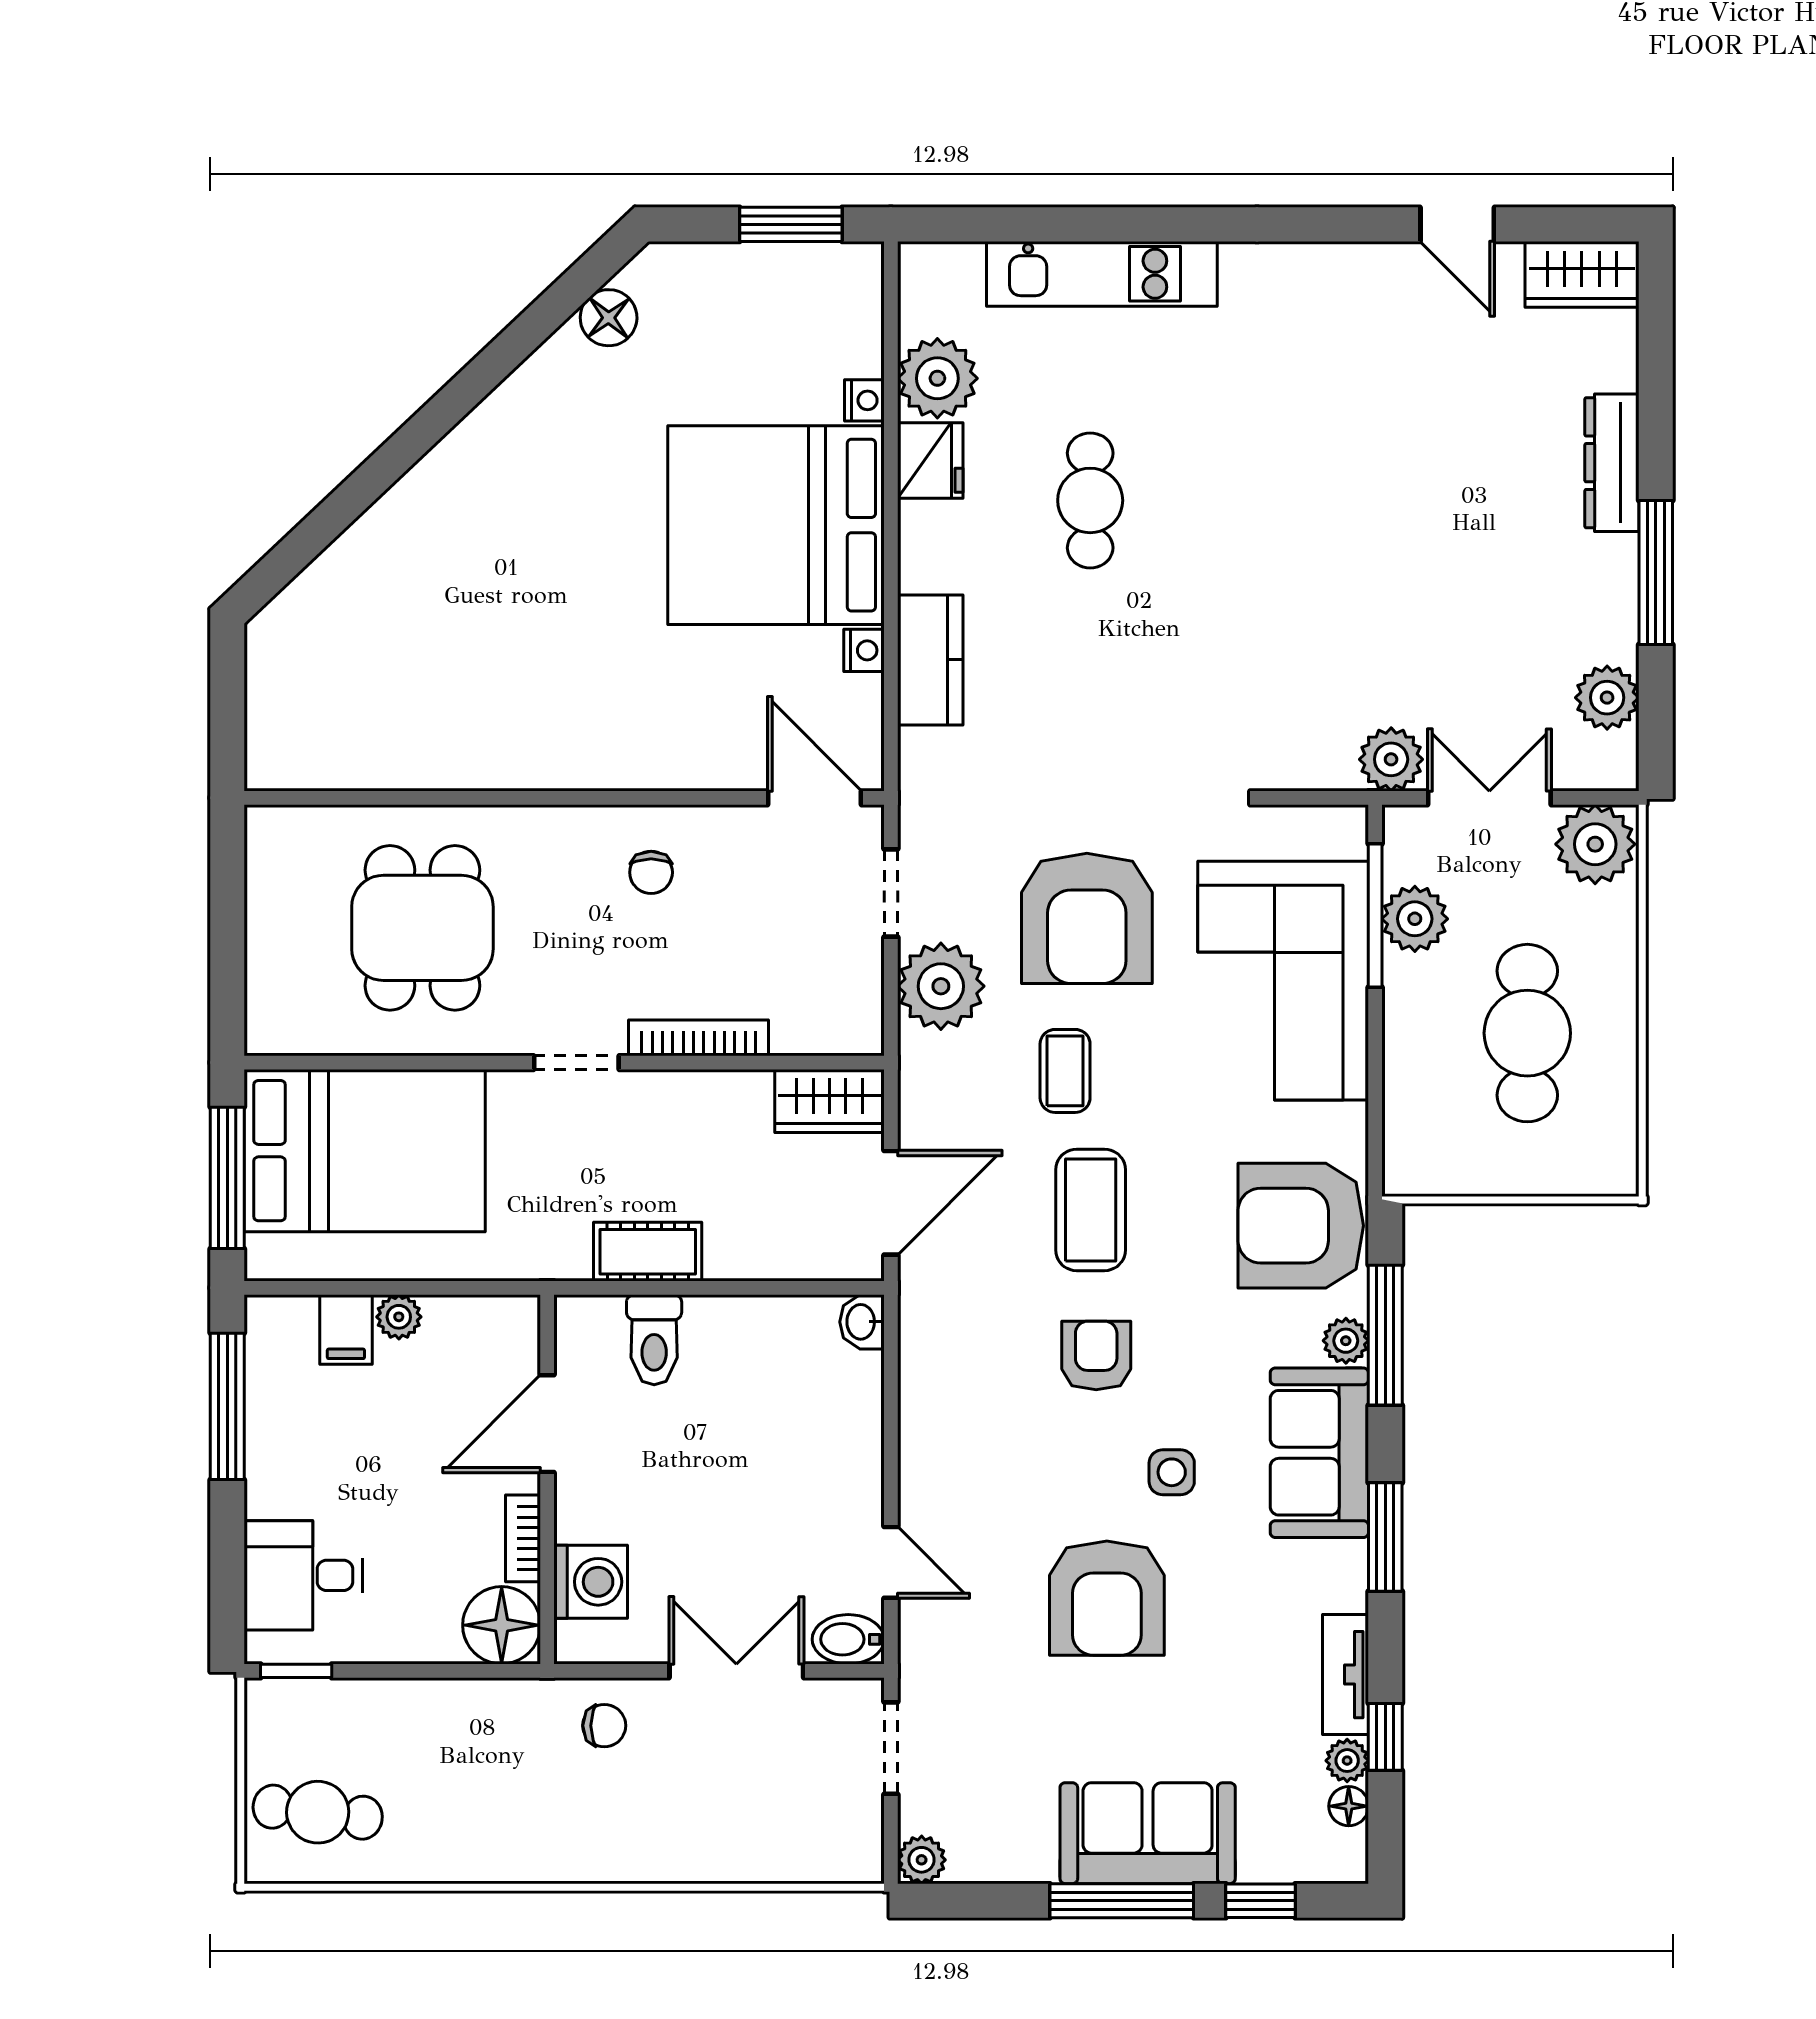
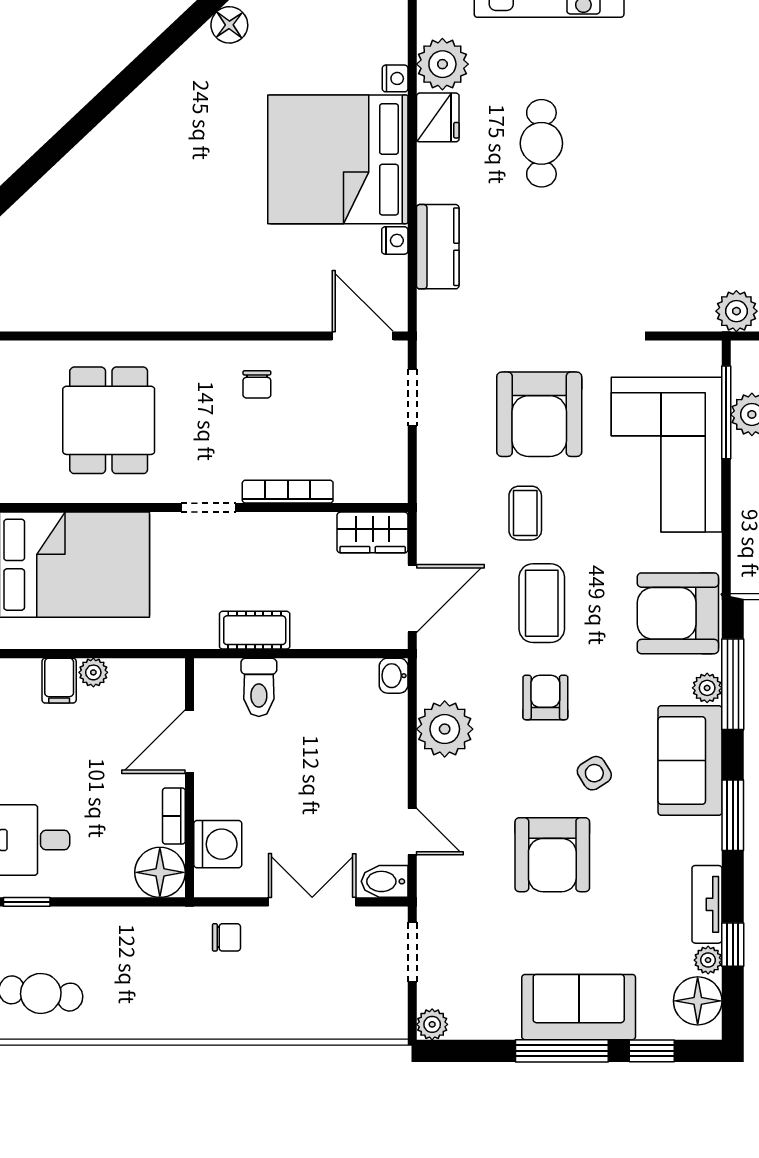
plant: (941, 986) -> (445, 729), moved
side table: (1172, 1472) -> (594, 773), turned -32
floor lamp: (1349, 1806) -> (698, 1001), width x1.89, depth x1.89

